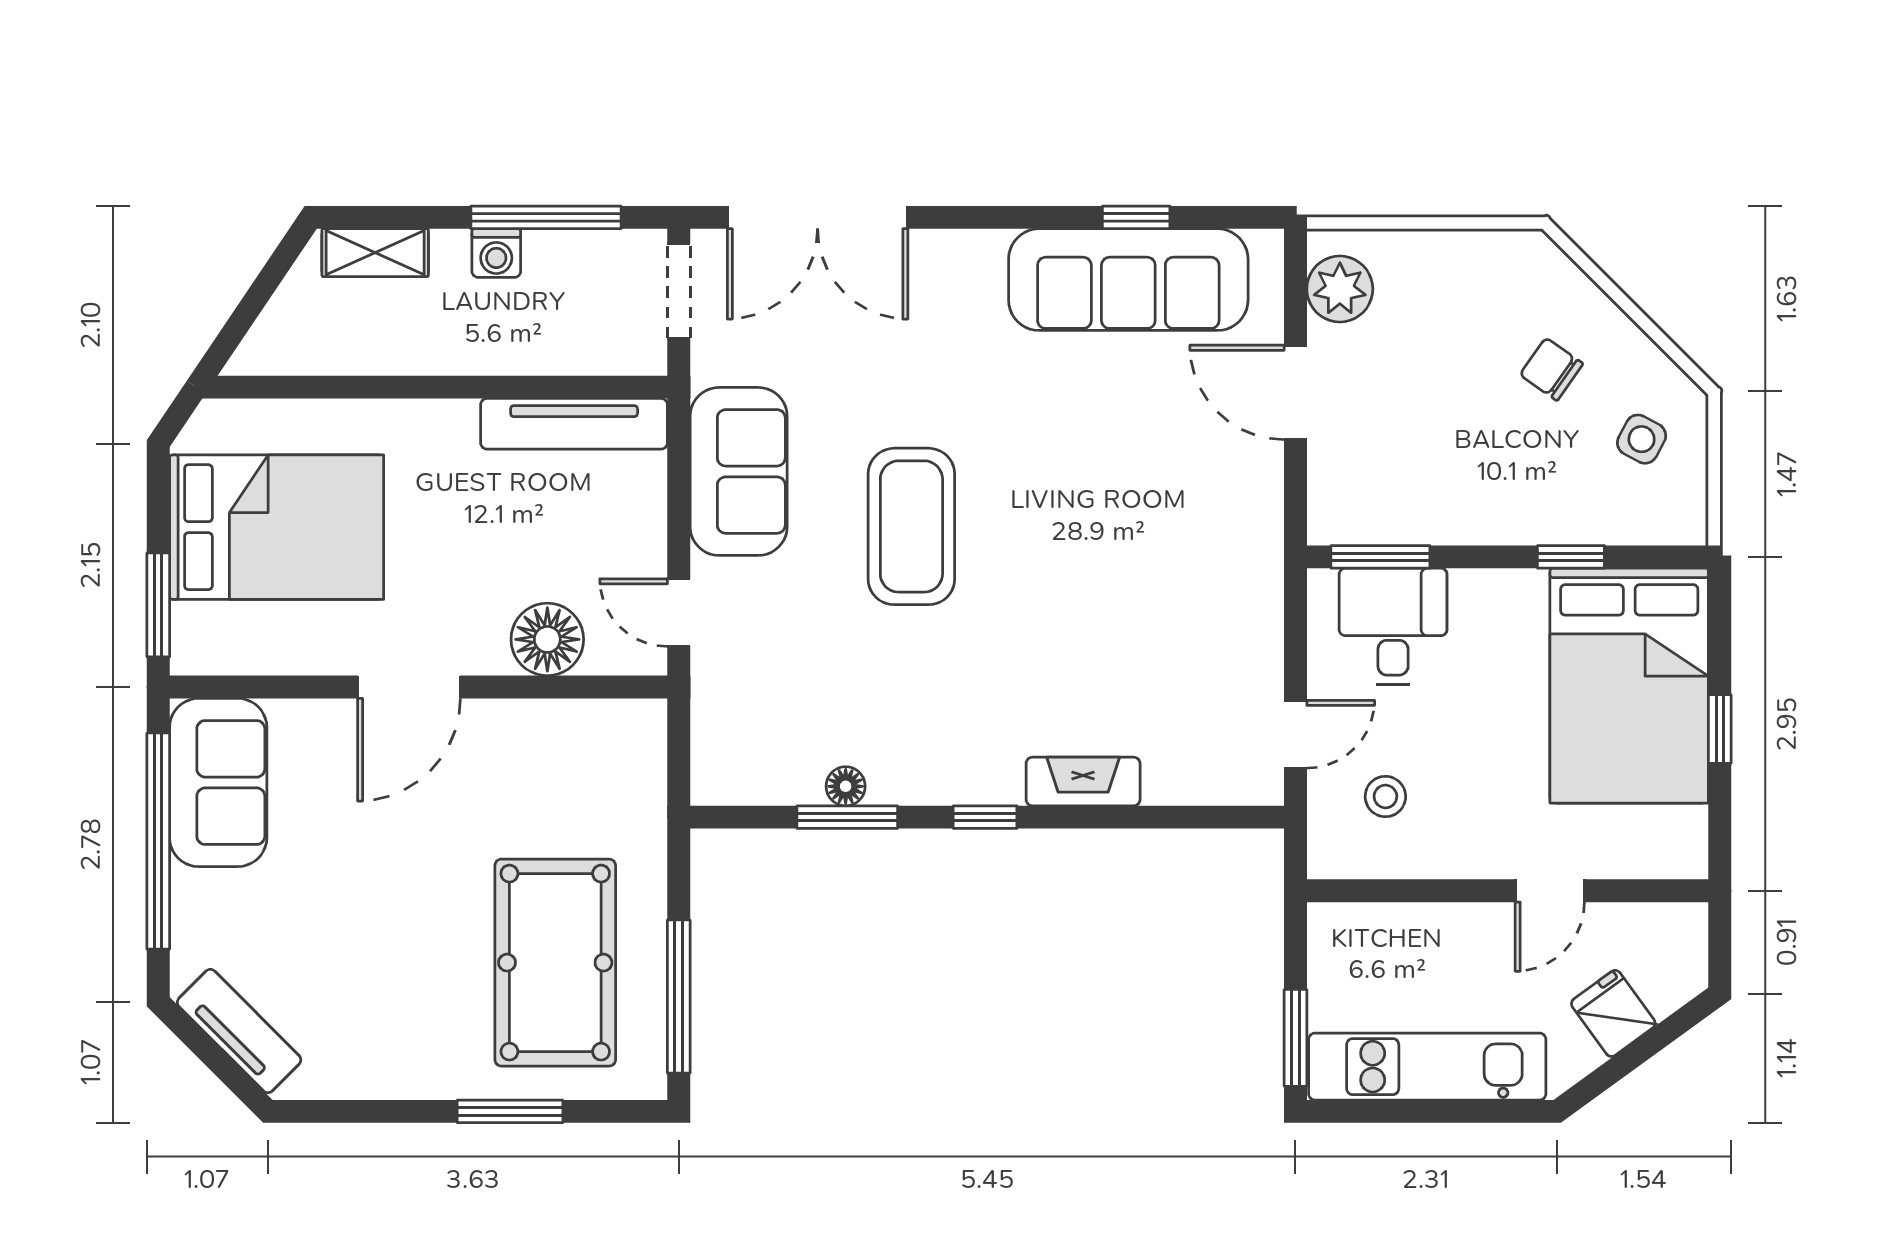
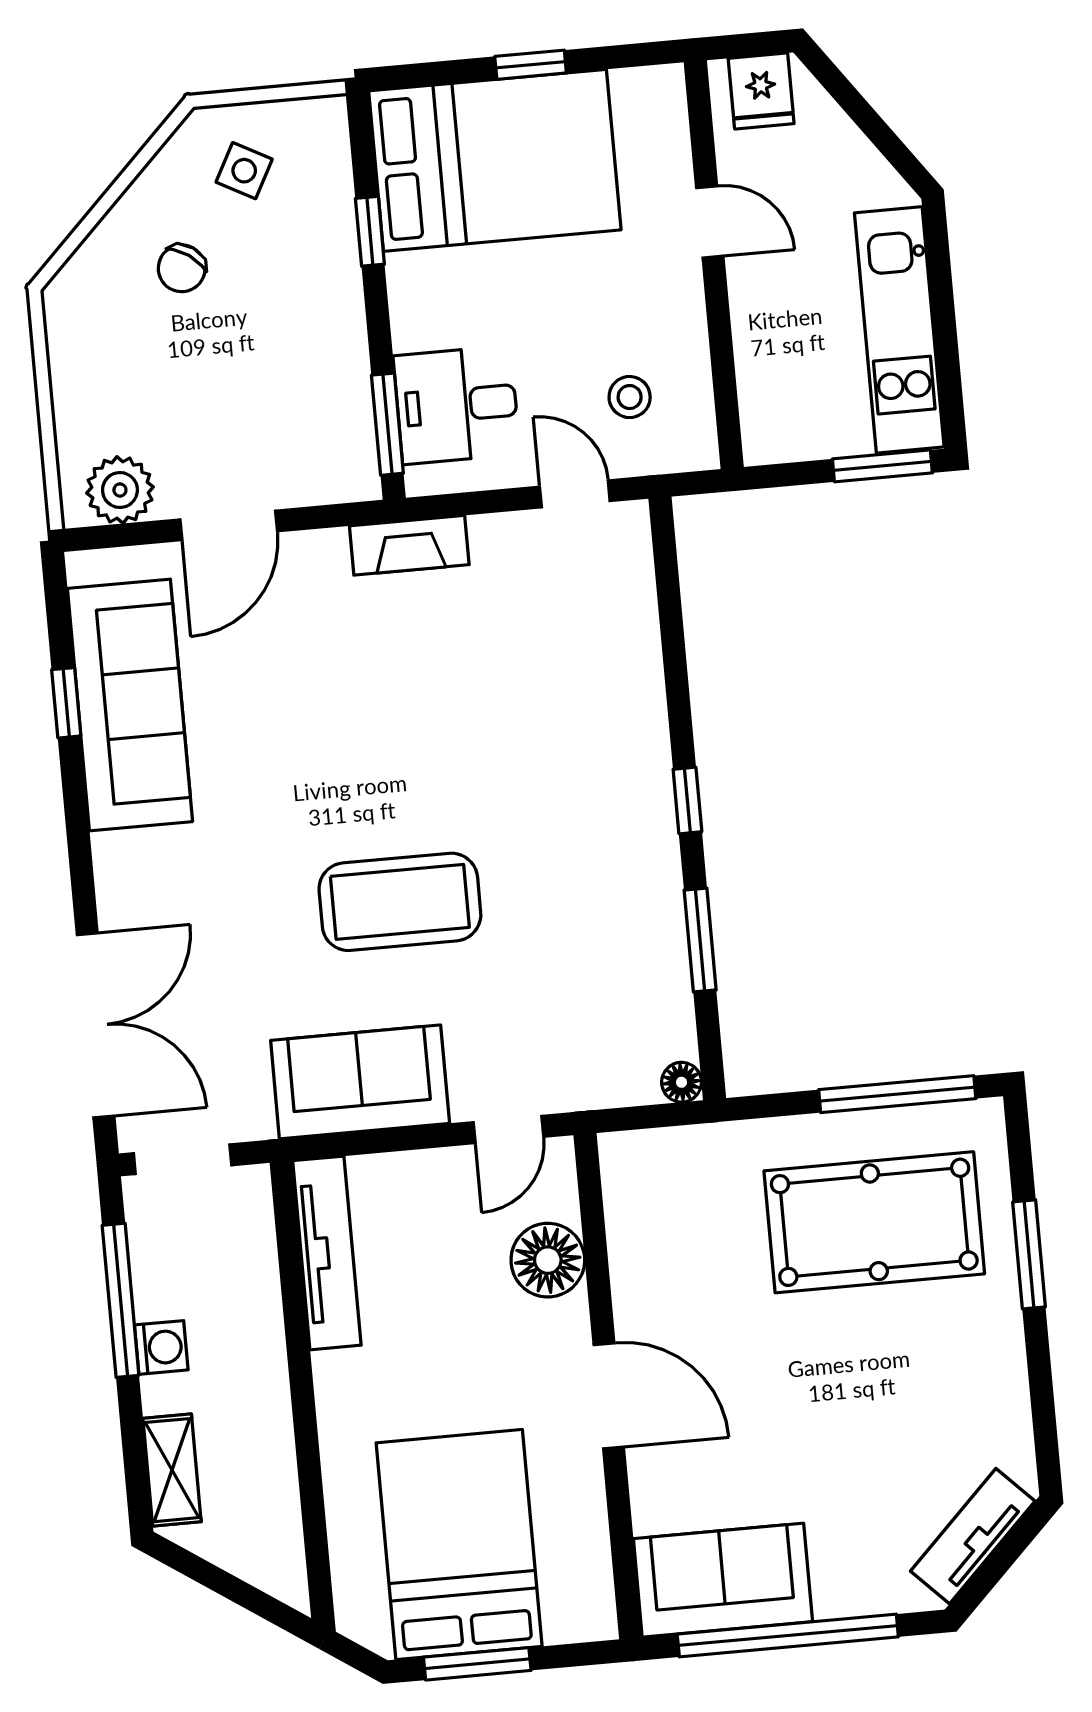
window: (158, 605) -> (477, 1664), moved
fireplace: (1083, 781) -> (409, 545), moved, turned -90
floor lamp: (846, 786) -> (682, 1082), moved
fridge: (1613, 1013) -> (761, 91), moved, turned -54

